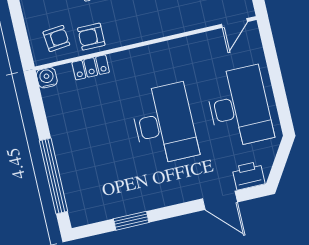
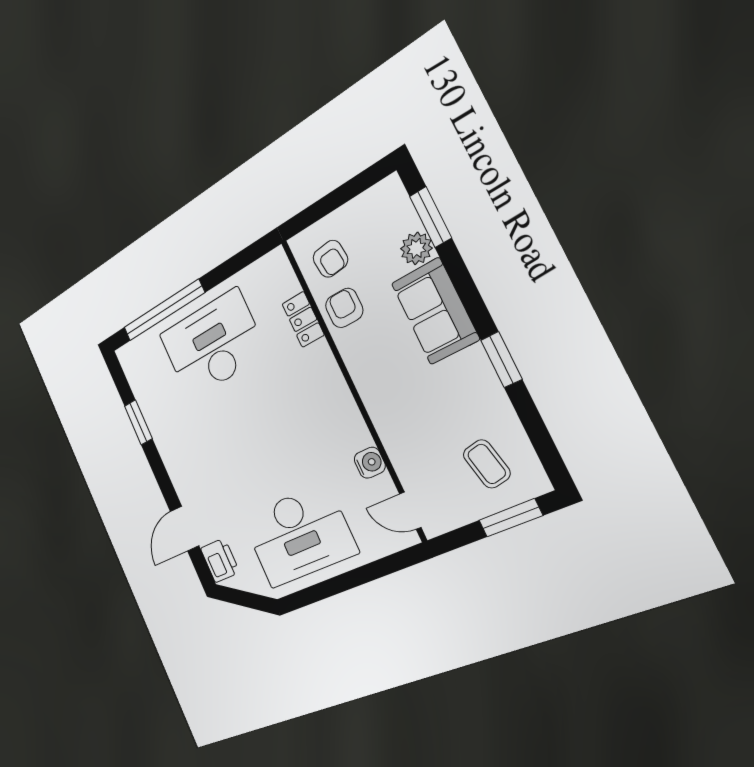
water cooler: (47, 78) -> (370, 463), moved
desk: (164, 124) -> (213, 344), moved, turned 180

